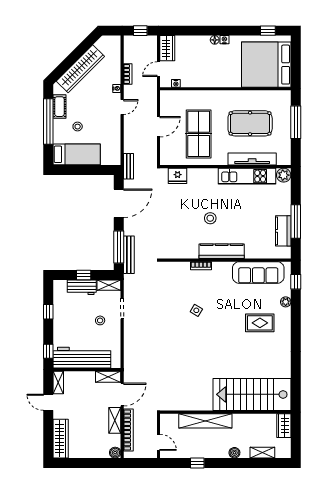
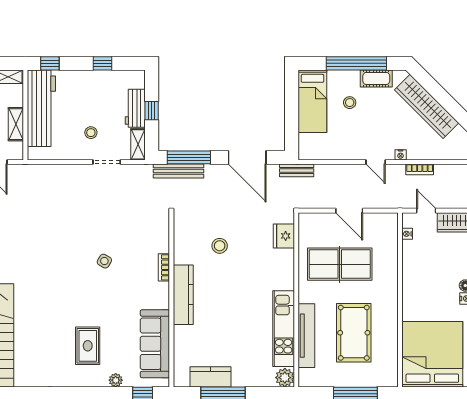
stool: (210, 218) -> (220, 246), moved
shelving: (108, 377) -> (16, 124), moved

